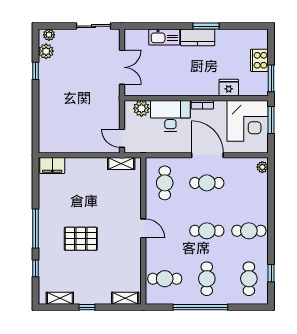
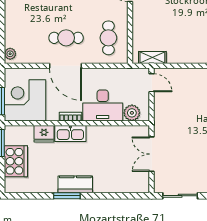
kitchen sink: (164, 37) -> (70, 133), moved, turned 180
cooker: (259, 60) -> (16, 161), width x1.37, depth x1.31

